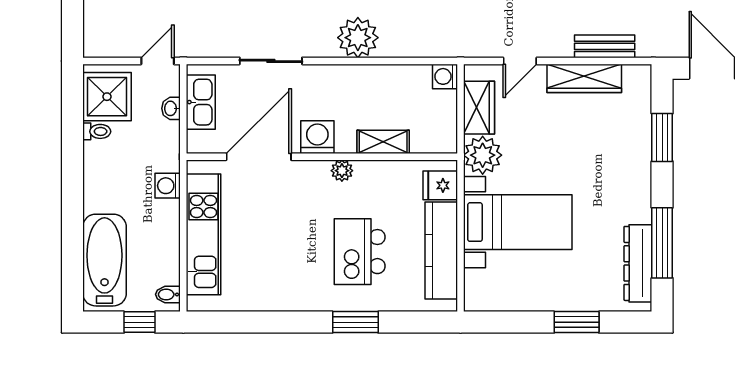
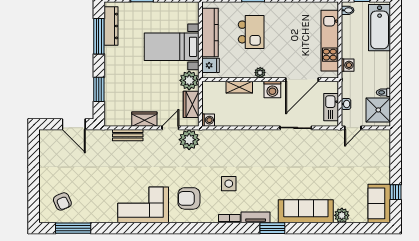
plant: (358, 38) -> (189, 140), moved
wardrobe: (584, 78) -> (144, 119), width x0.67

